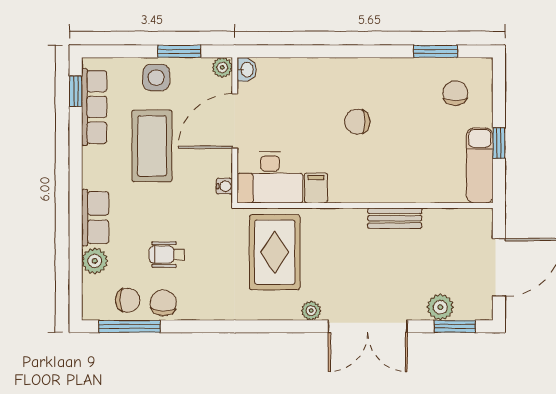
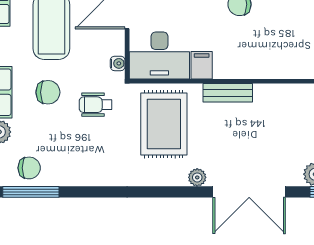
bench: (395, 218) -> (228, 93), moved
wheelchair: (167, 255) -> (96, 105), moved
chair: (163, 303) -> (48, 92), moved, turned 87

